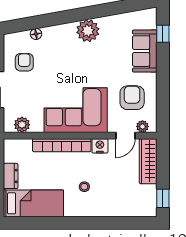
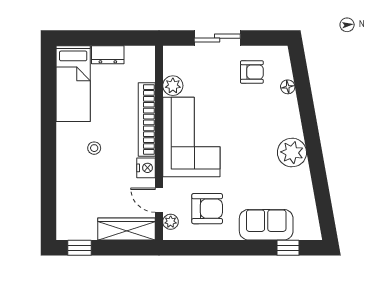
plant: (22, 125) -> (173, 86), moved

